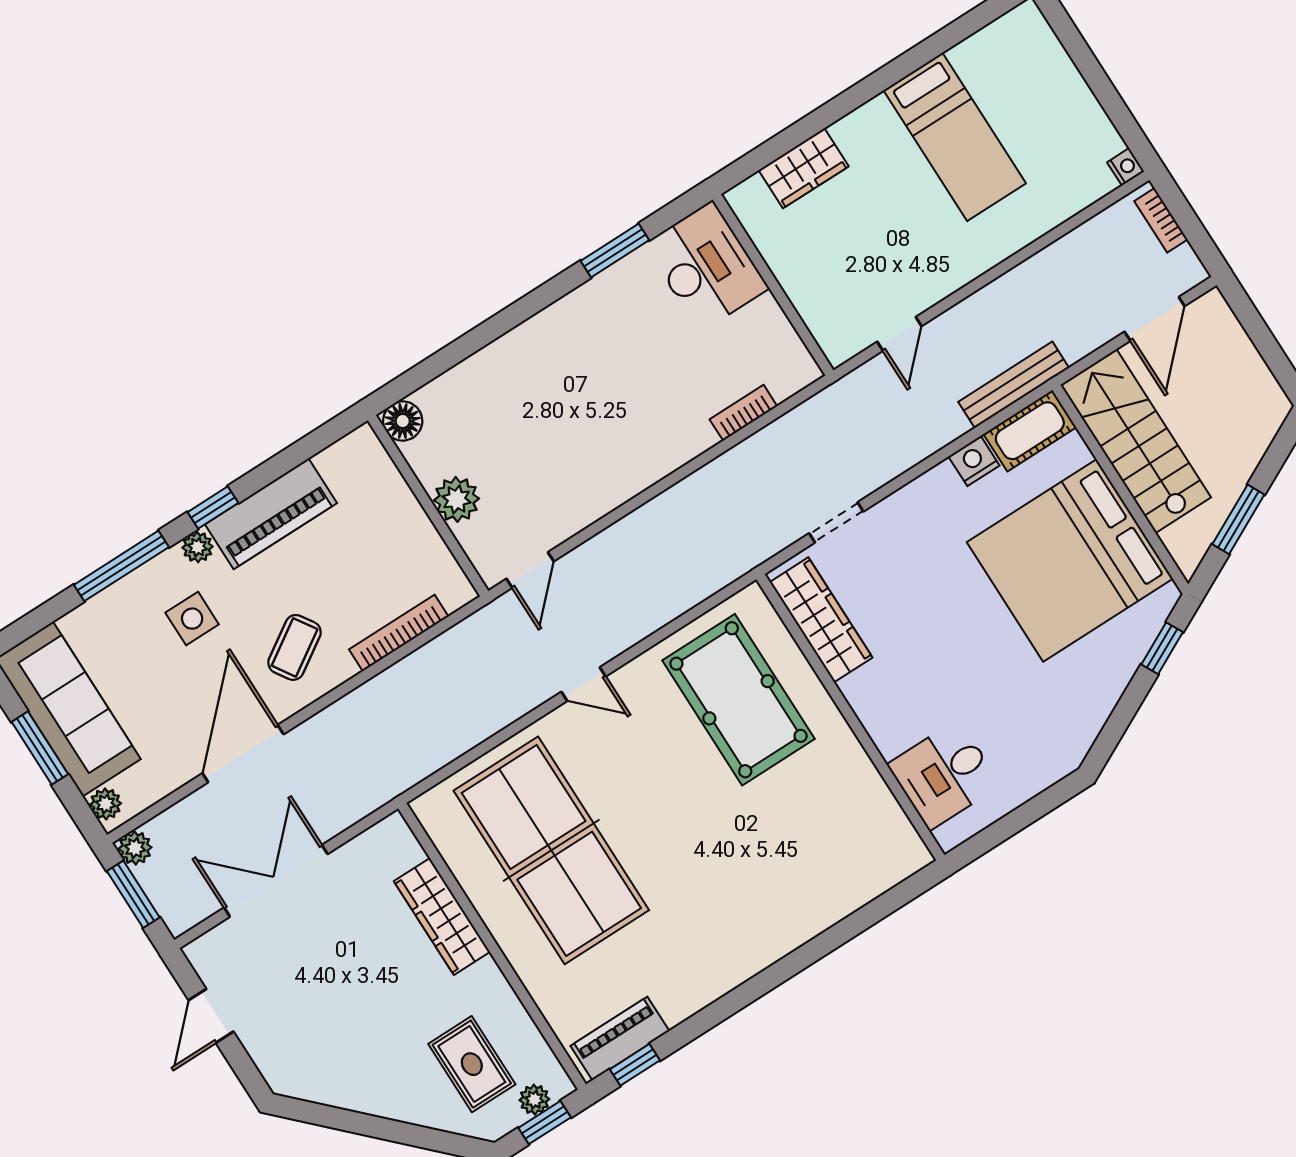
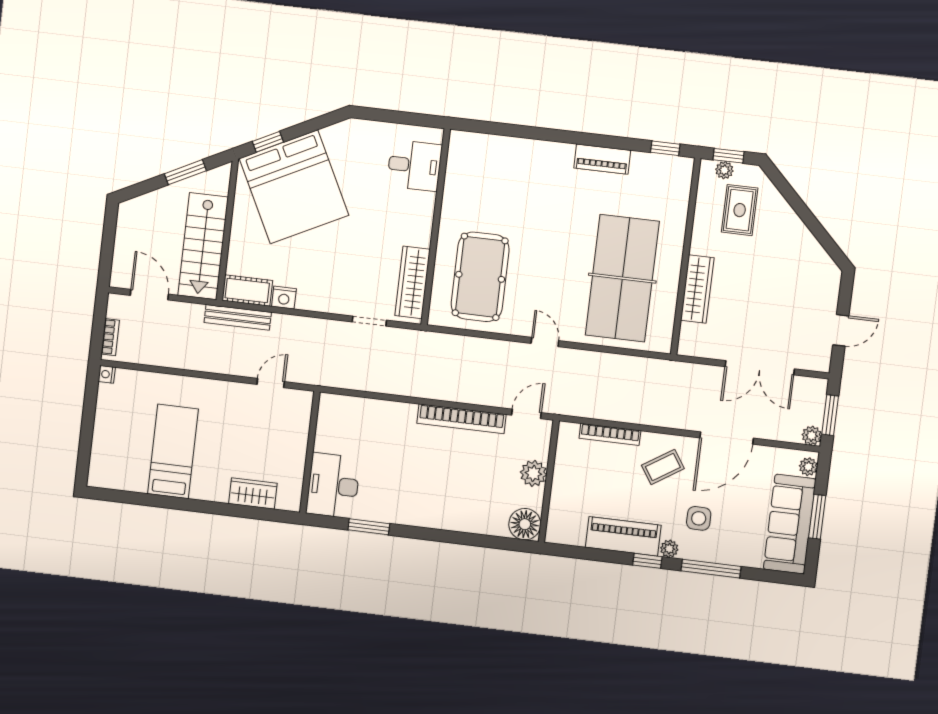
door: (1155, 319) -> (149, 295), hinge flipped
bookcase: (743, 413) -> (461, 419), moved, width x2.31, depth x1.31
floor lamp: (403, 421) -> (525, 524), width x1.38, depth x1.38
bed: (1070, 560) -> (294, 187), moved, turned 63
piano: (620, 1038) -> (602, 159), moved

